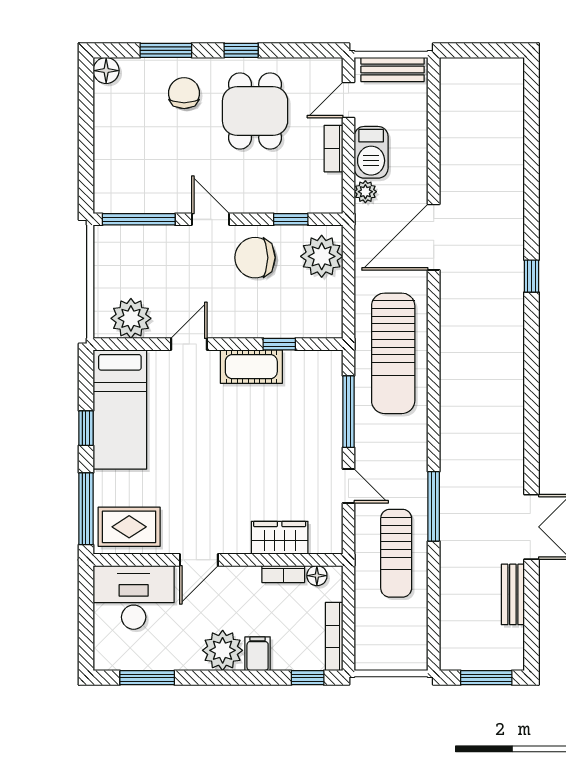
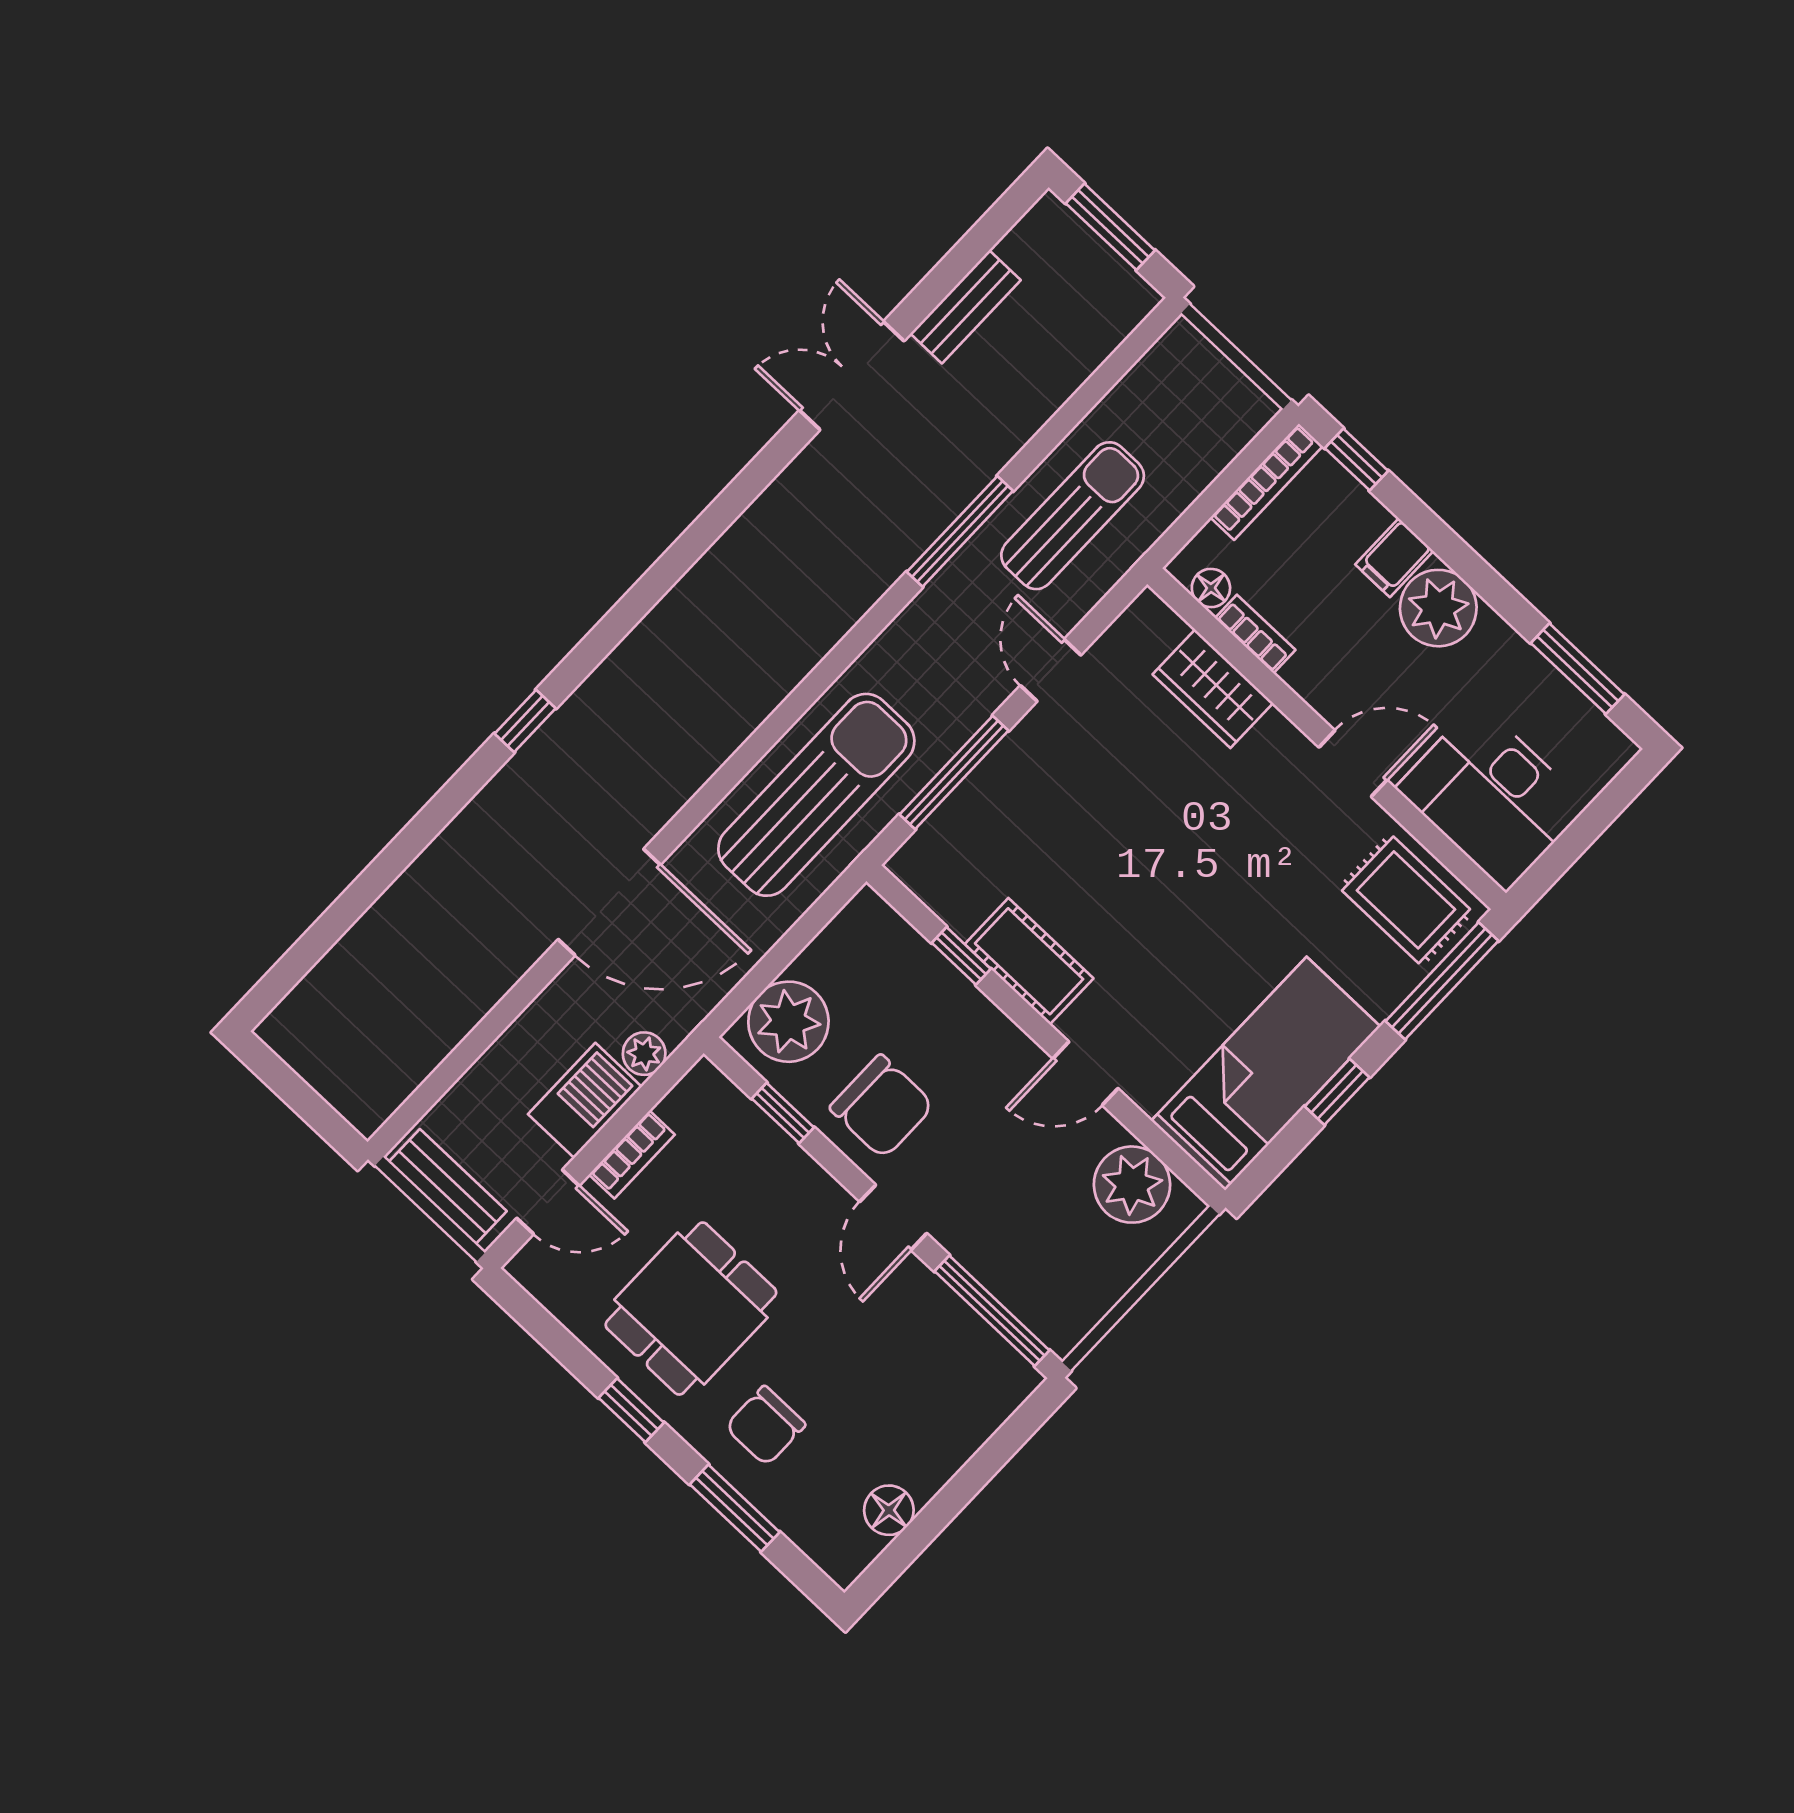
floor lamp: (106, 71) -> (889, 1510), moved

